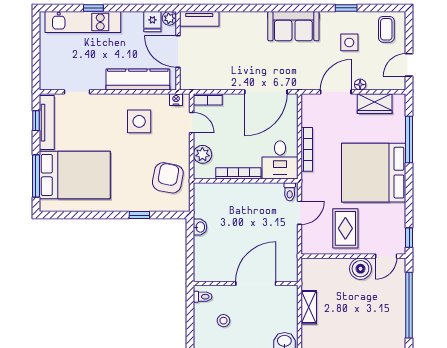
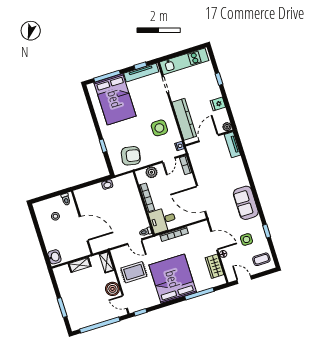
kitchen unit: (83, 22) -> (184, 61), moved, turned -90
fridge: (152, 22) -> (218, 104), moved
shelving: (317, 265) -> (107, 262), added

